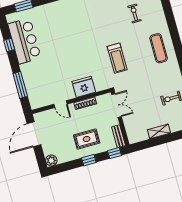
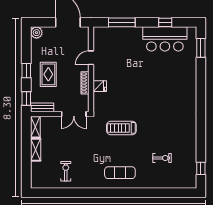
fridge: (84, 87) -> (100, 86), width x0.53, depth x0.75
shelving: (138, 137) -> (35, 127), added

